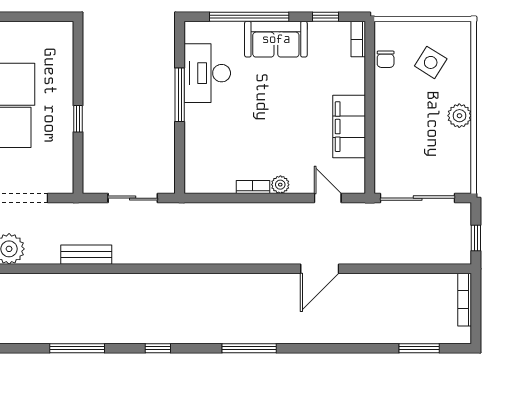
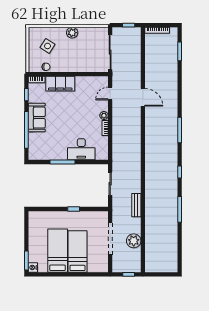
desk: (207, 73) -> (81, 149), moved
filing cabinet: (349, 127) -> (60, 84), moved

